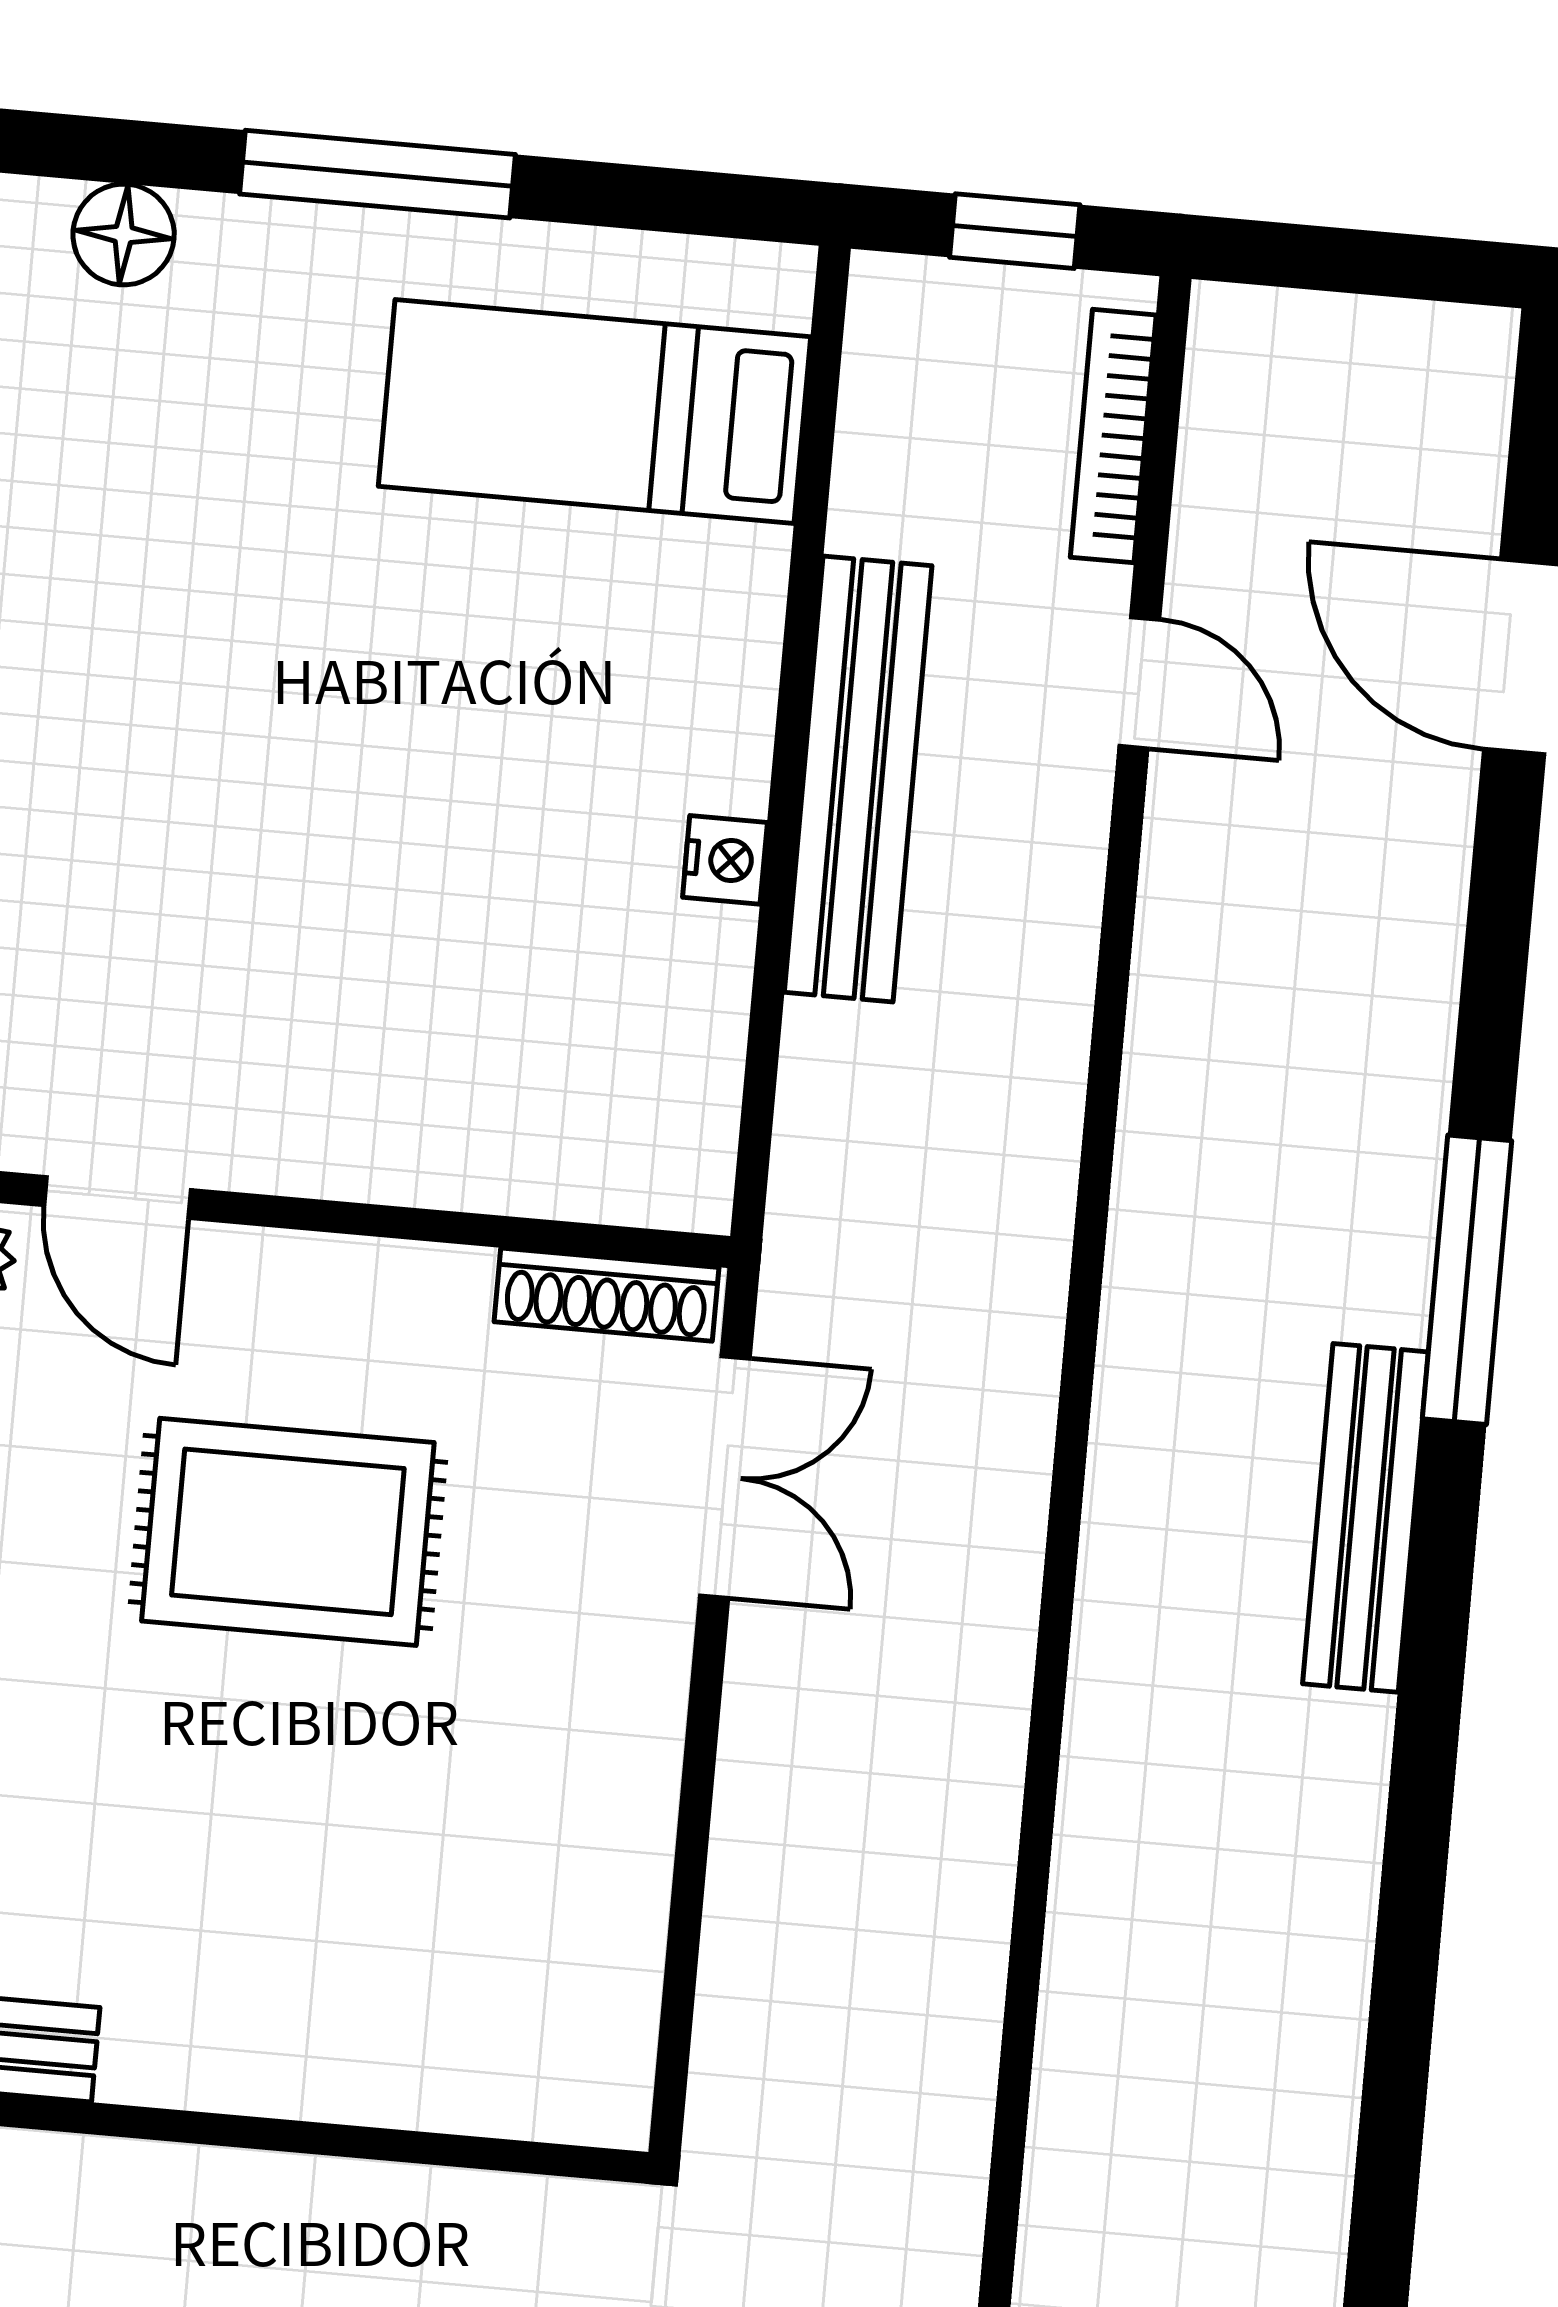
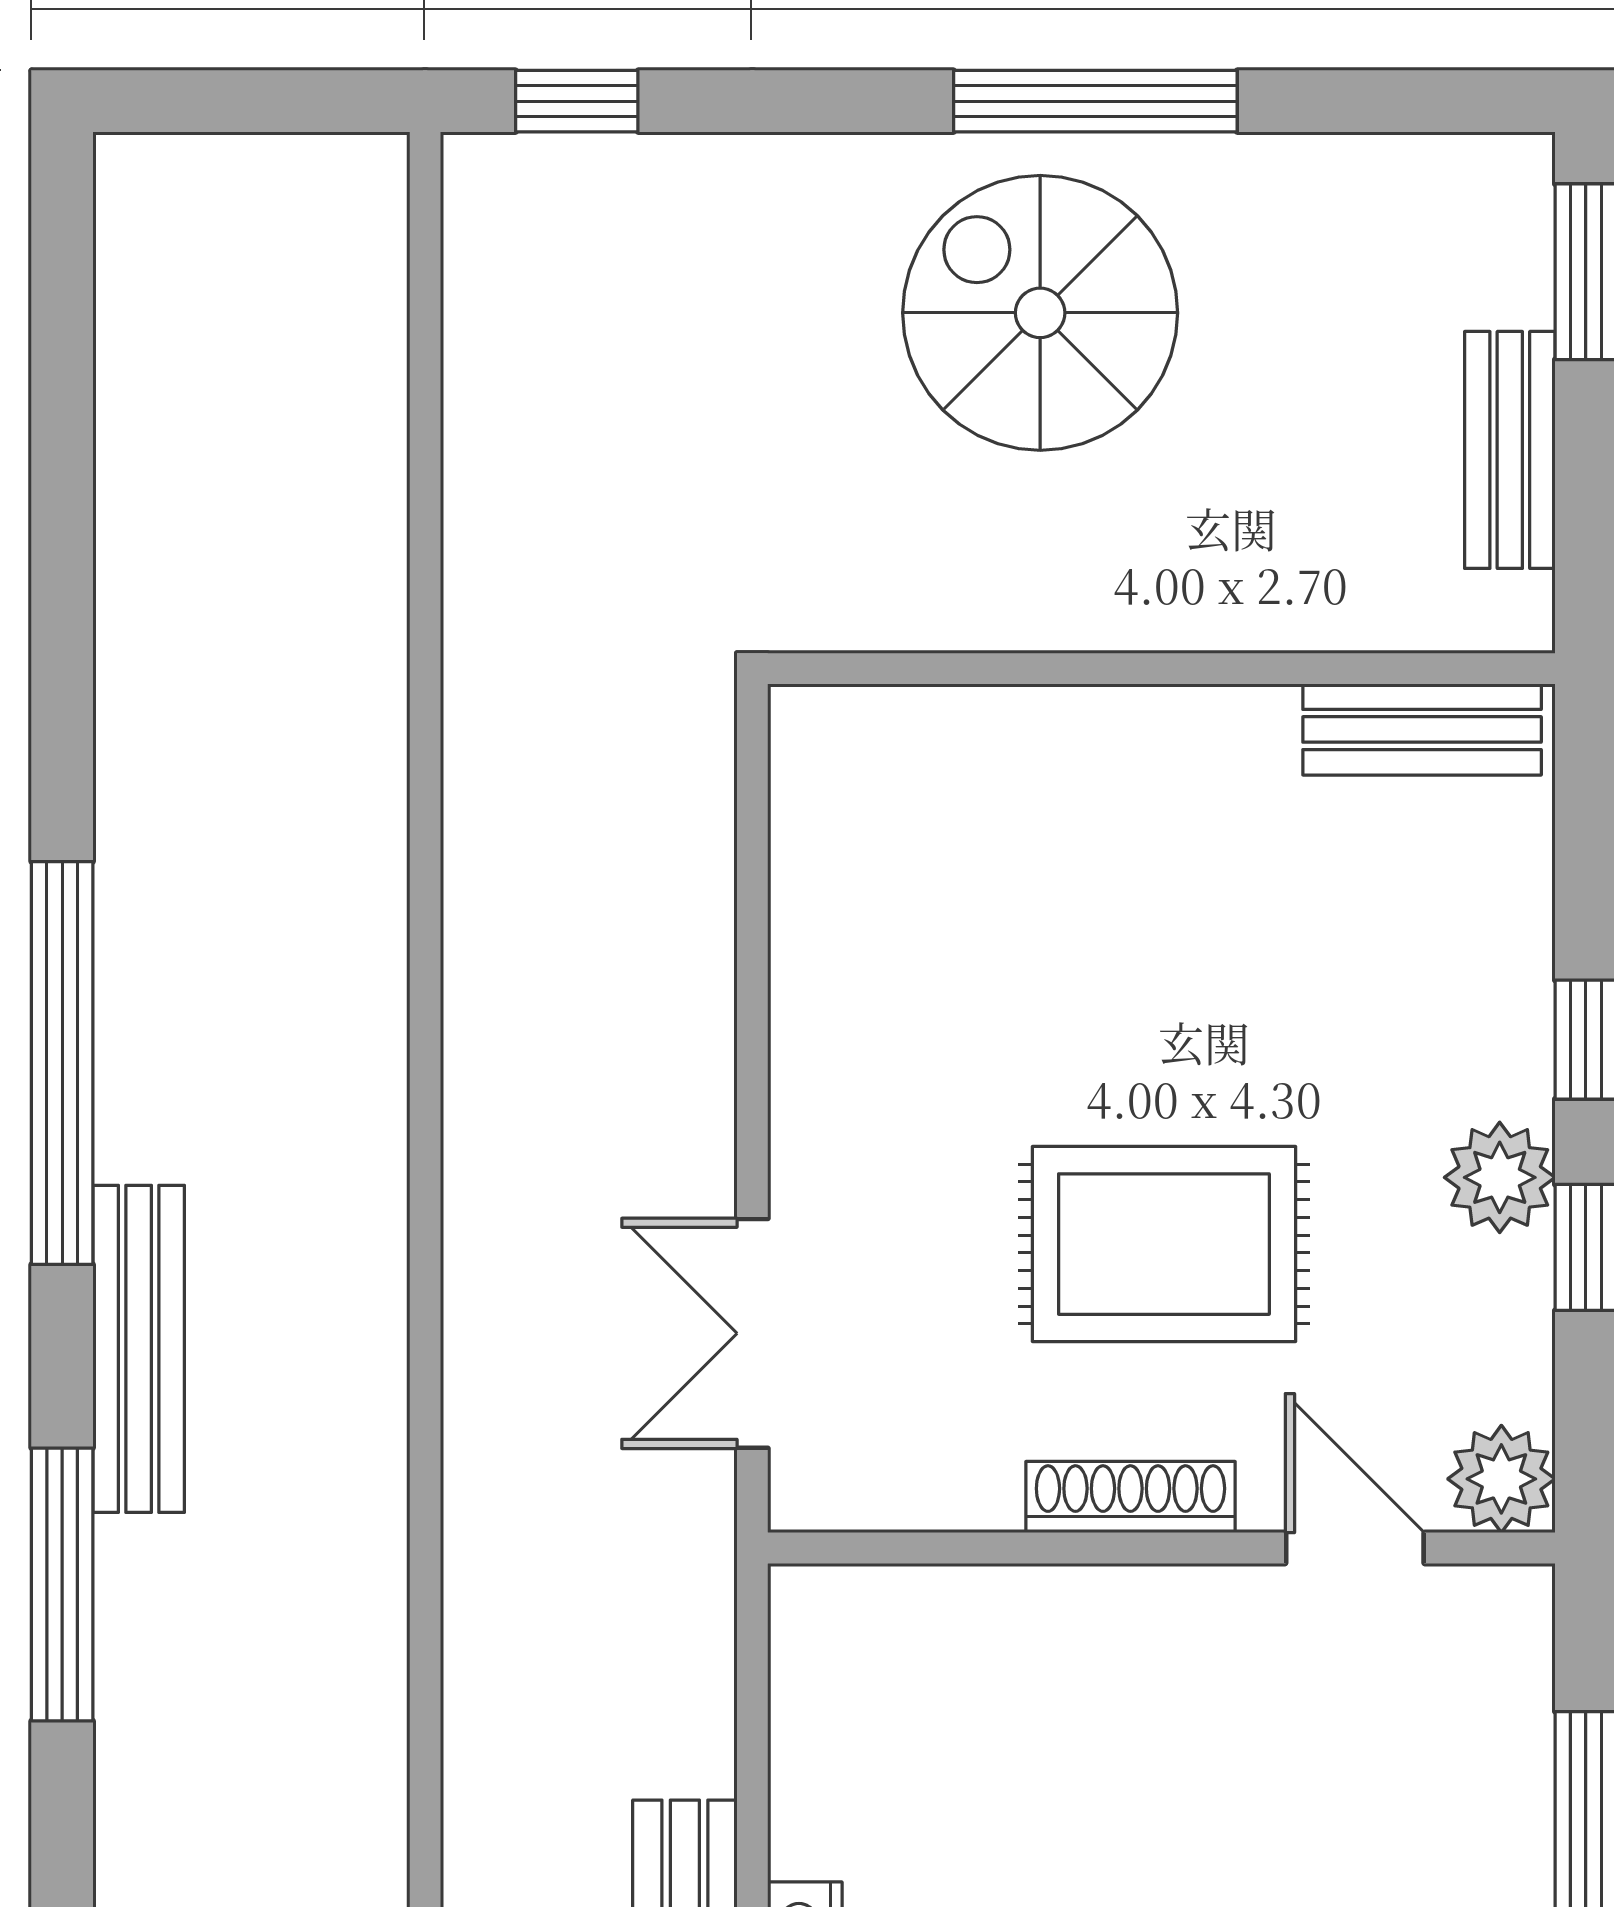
shoe rack: (607, 1295) -> (1130, 1497), moved
window: (1419, 1823) -> (62, 1063), added

